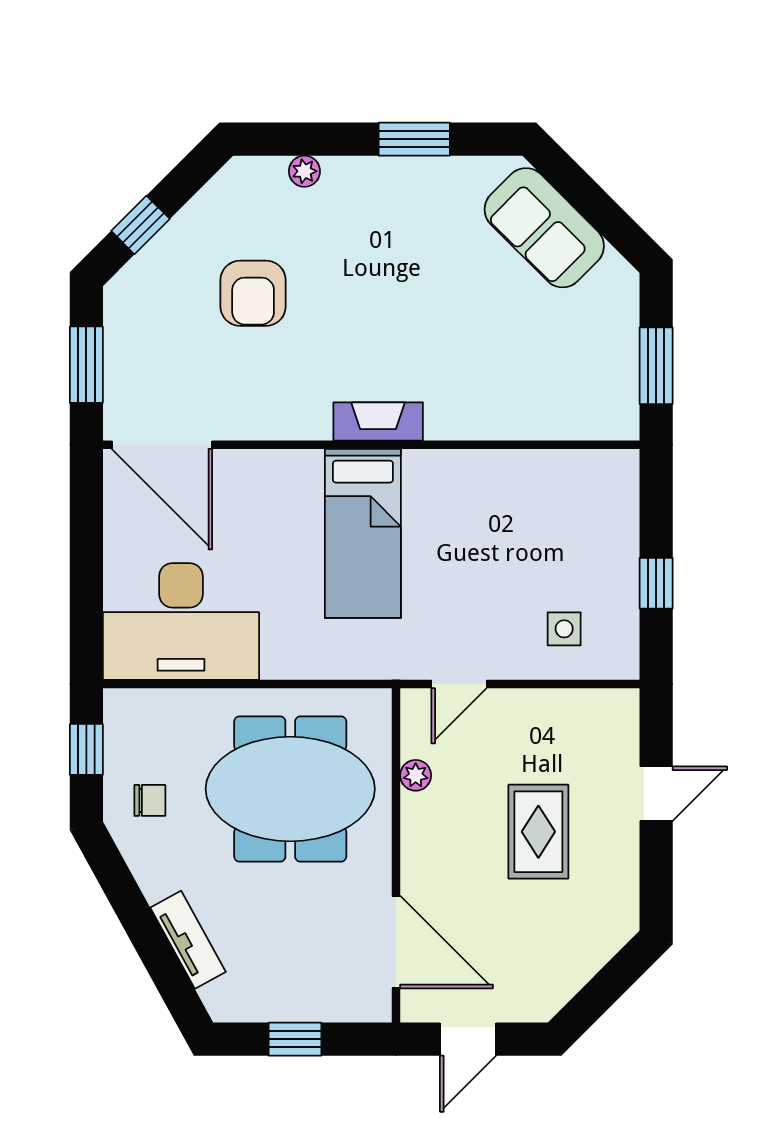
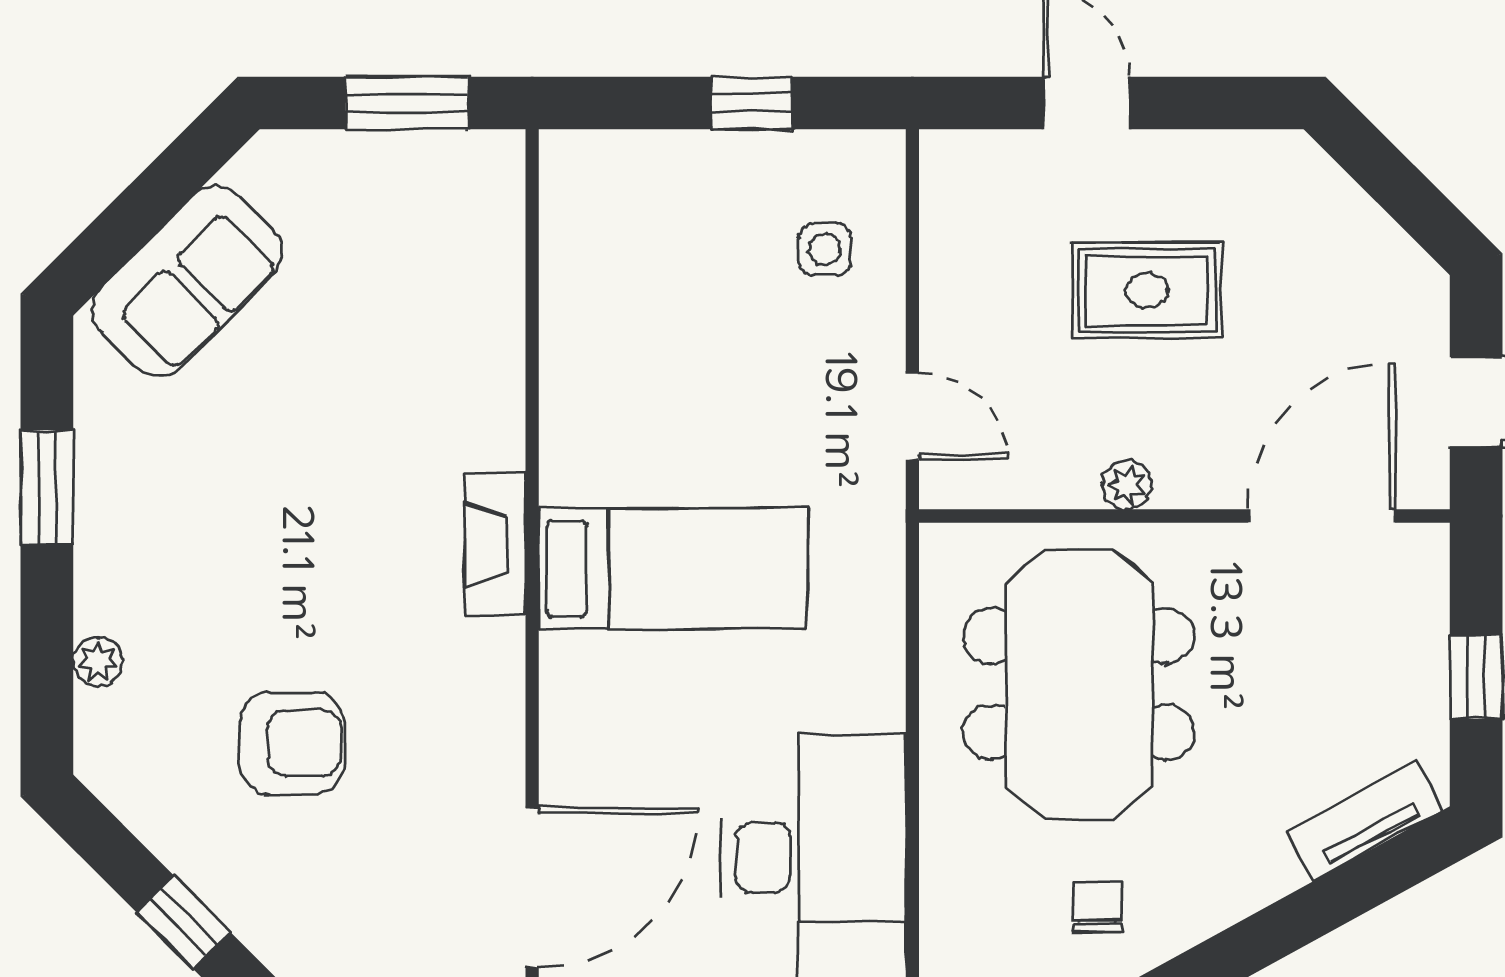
plant: (416, 775) -> (1127, 485), moved
tv unit: (188, 940) -> (1365, 821), moved

